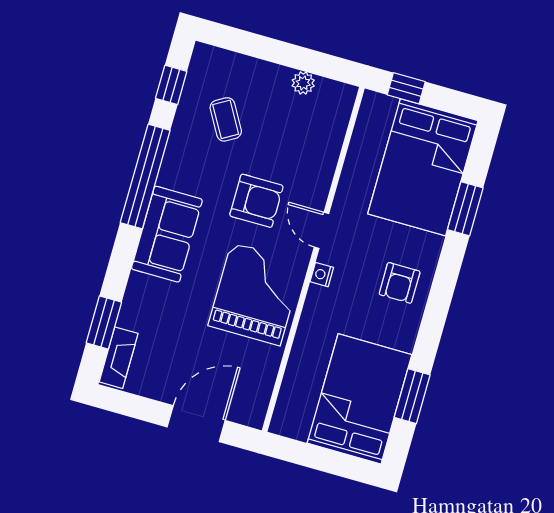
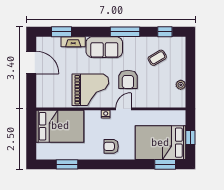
window: (406, 88) -> (190, 138), moved
window: (145, 177) -> (125, 32), width x0.68
window: (465, 209) -> (165, 164), moved
fireplace: (119, 358) -> (73, 42), moved
bed: (360, 399) -> (60, 126), moved
door: (196, 424) -> (31, 62), moved

